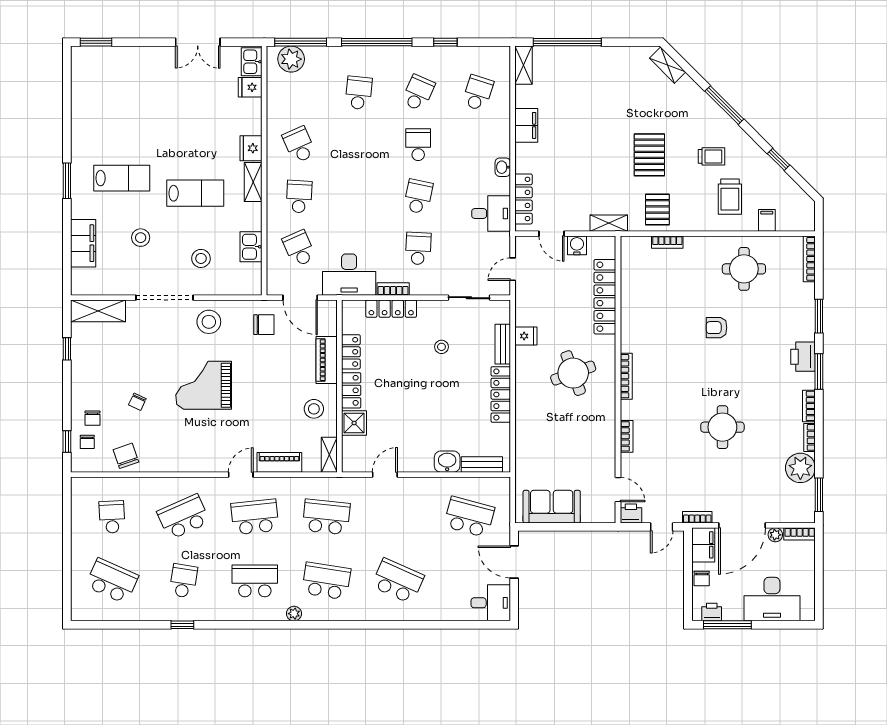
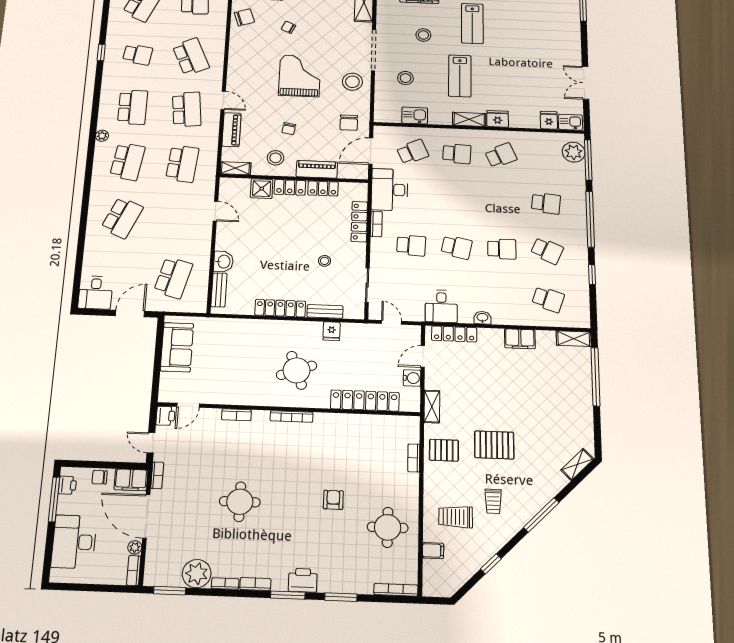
chair: (275, 395) -> (289, 129), added

